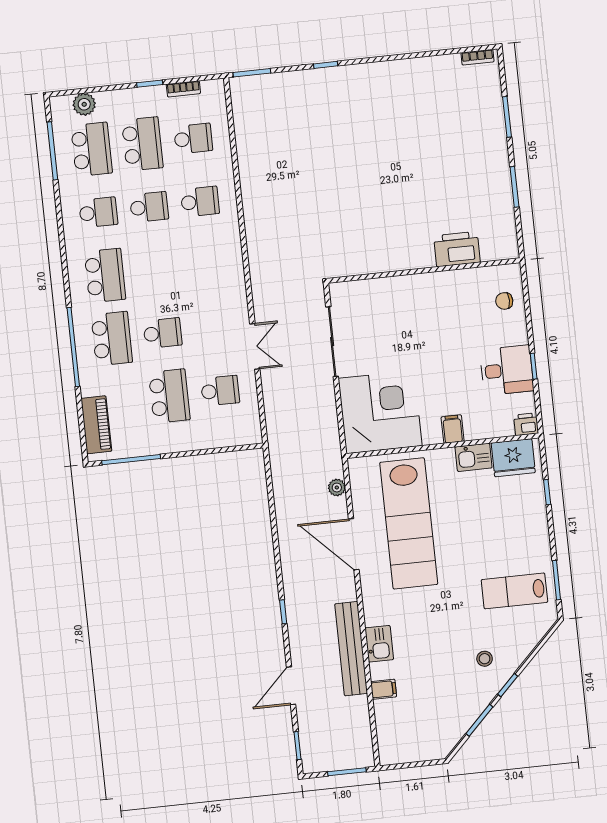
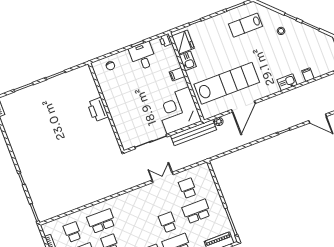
school desk: (200, 202) -> (101, 221), width x1.85
printer: (457, 249) -> (98, 110), moved
lab bench: (514, 591) -> (245, 25), turned 90
bench: (351, 649) -> (193, 133), moved

